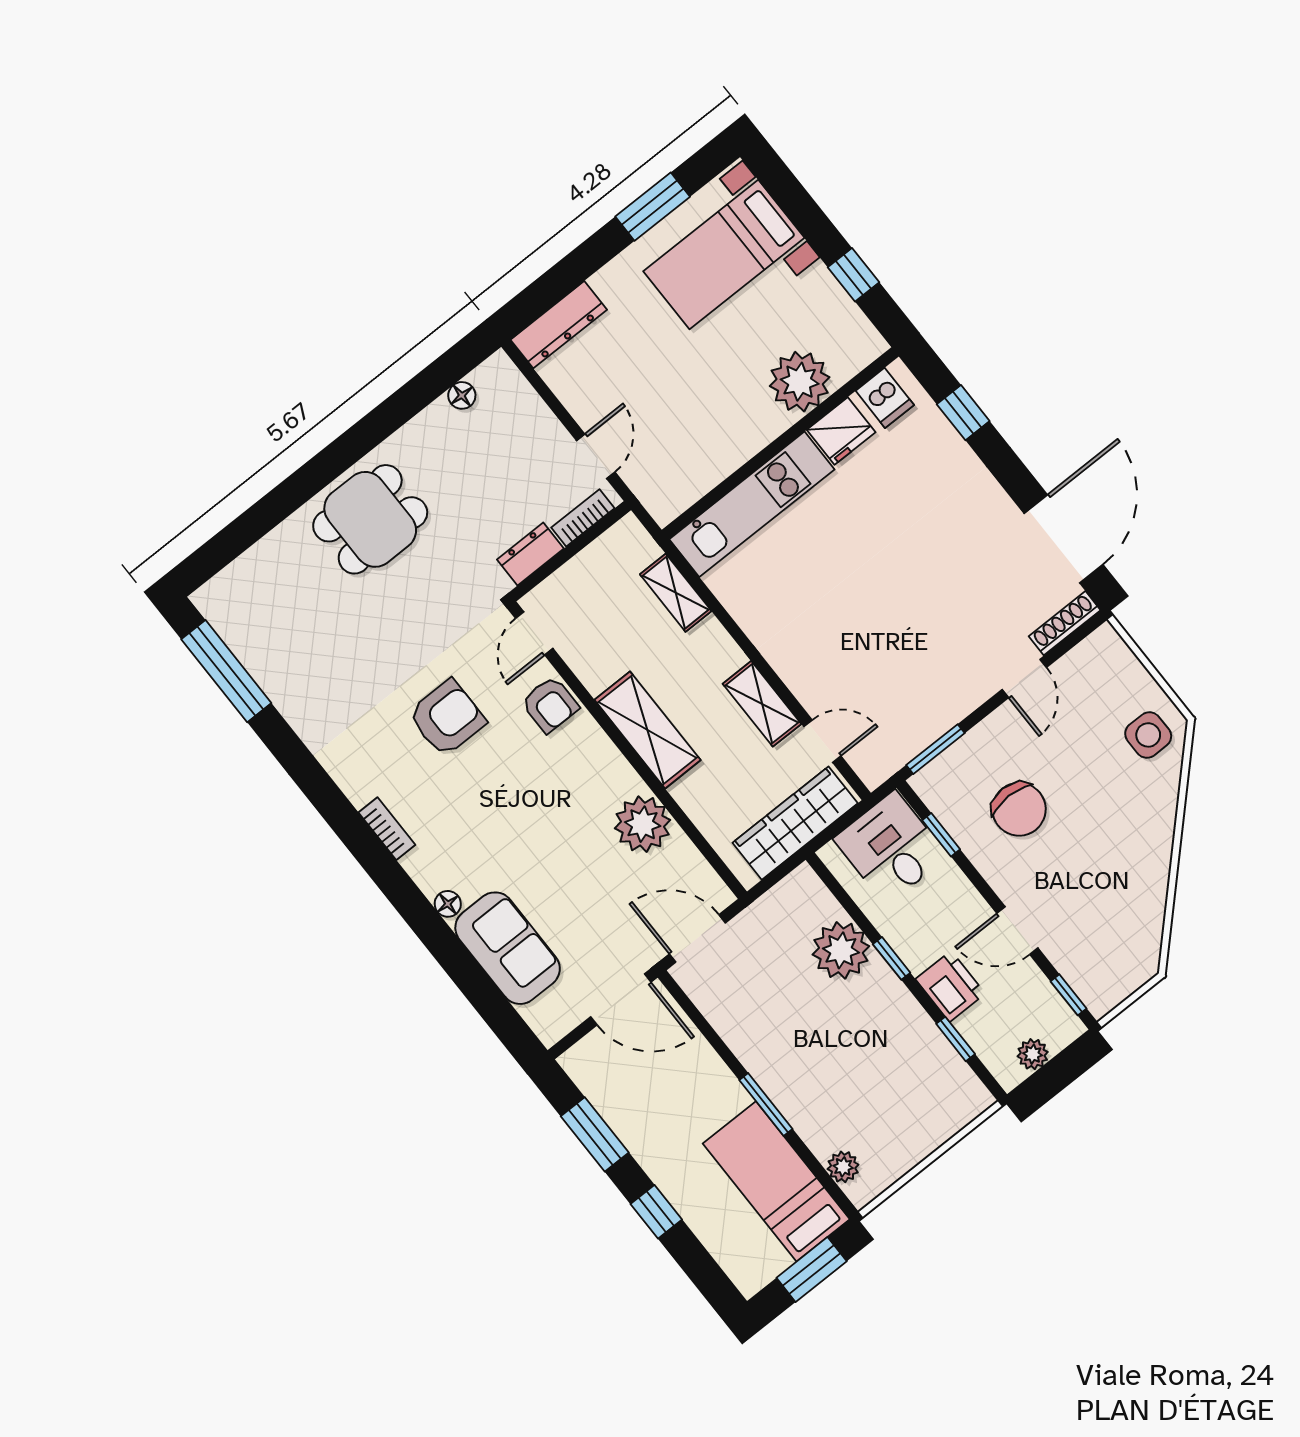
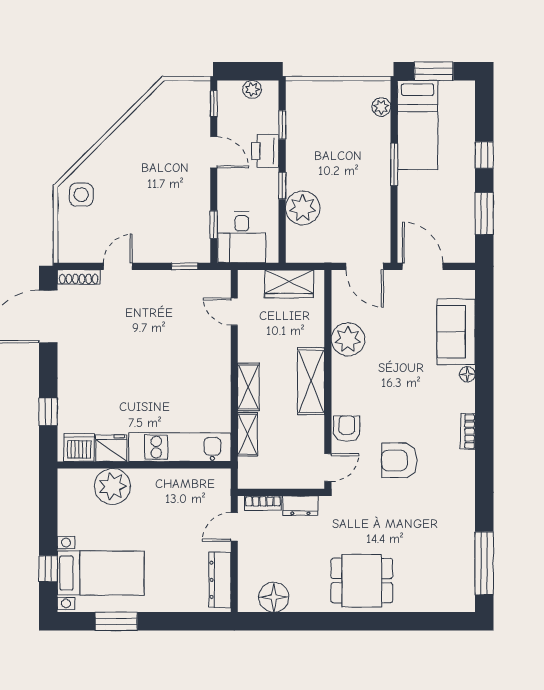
window: (853, 275) -> (48, 569), moved
dresser: (559, 325) -> (220, 580), moved, turned -90
floor lamp: (462, 395) -> (274, 597), width x1.89, depth x1.89
dishwasher: (885, 398) -> (79, 447), width x1.38
shelving: (762, 704) -> (248, 387), moved
window: (936, 749) -> (185, 266), width x0.67
chair: (1019, 809) -> (168, 208), removed
wardrobe: (795, 823) -> (289, 284), width x0.67

